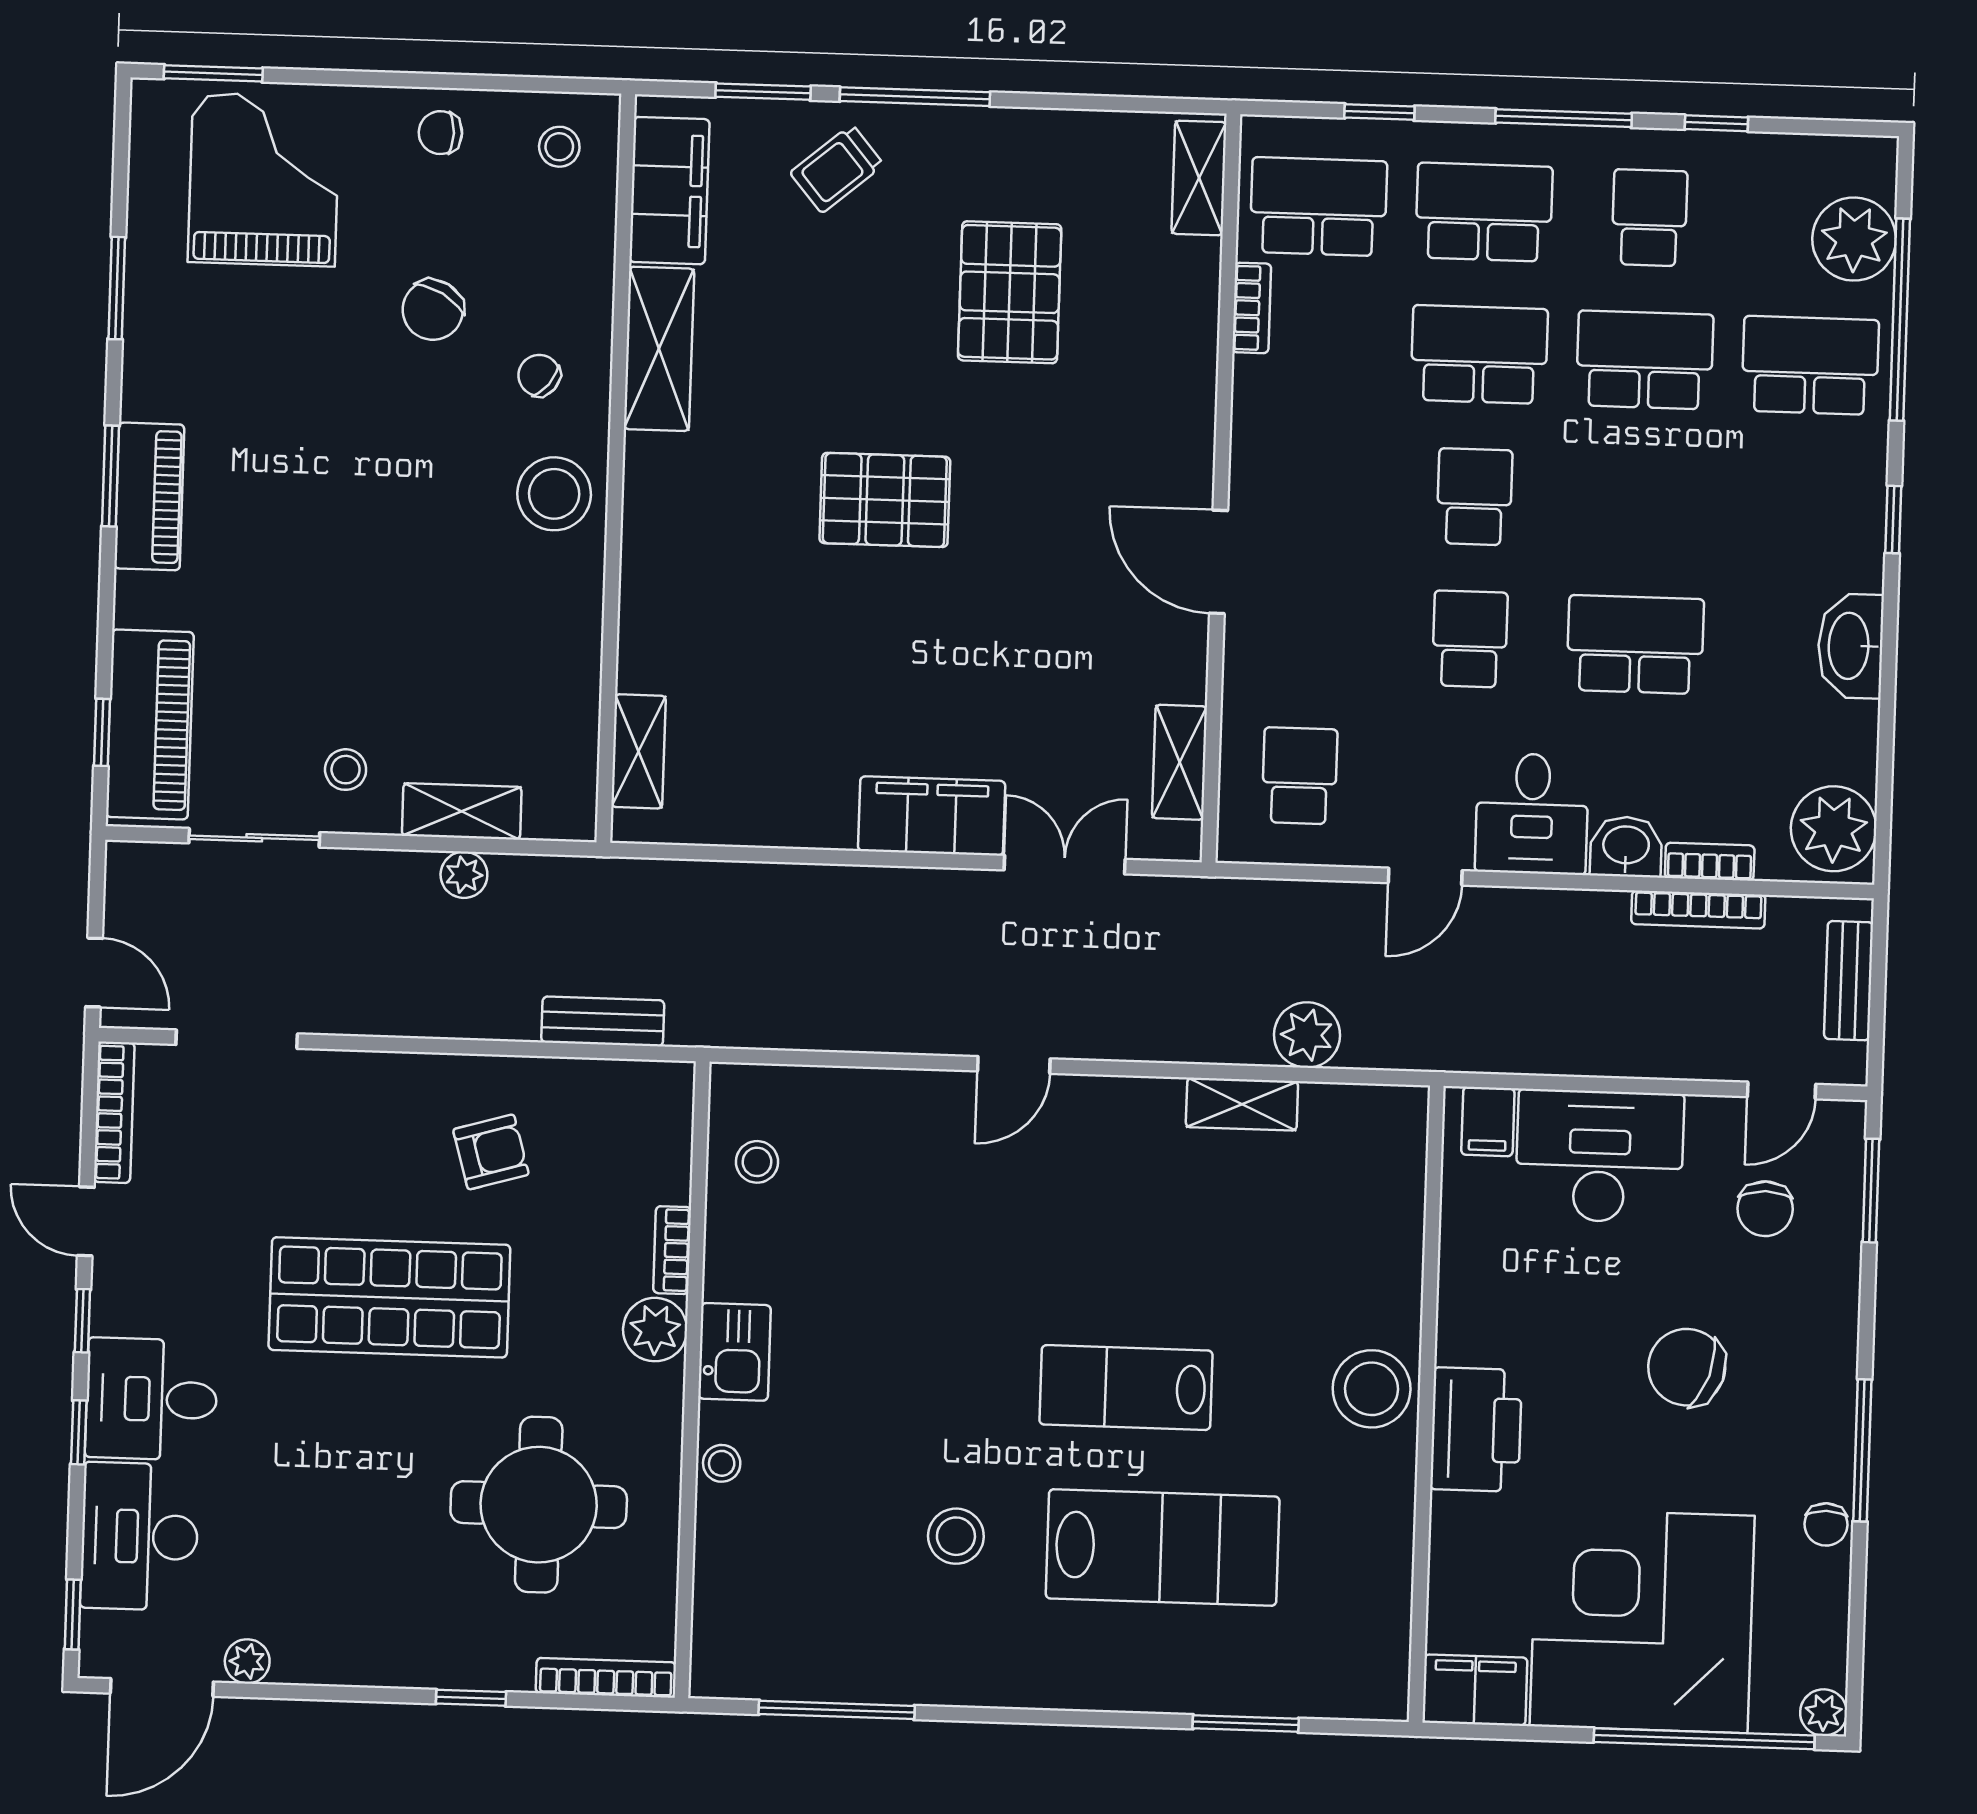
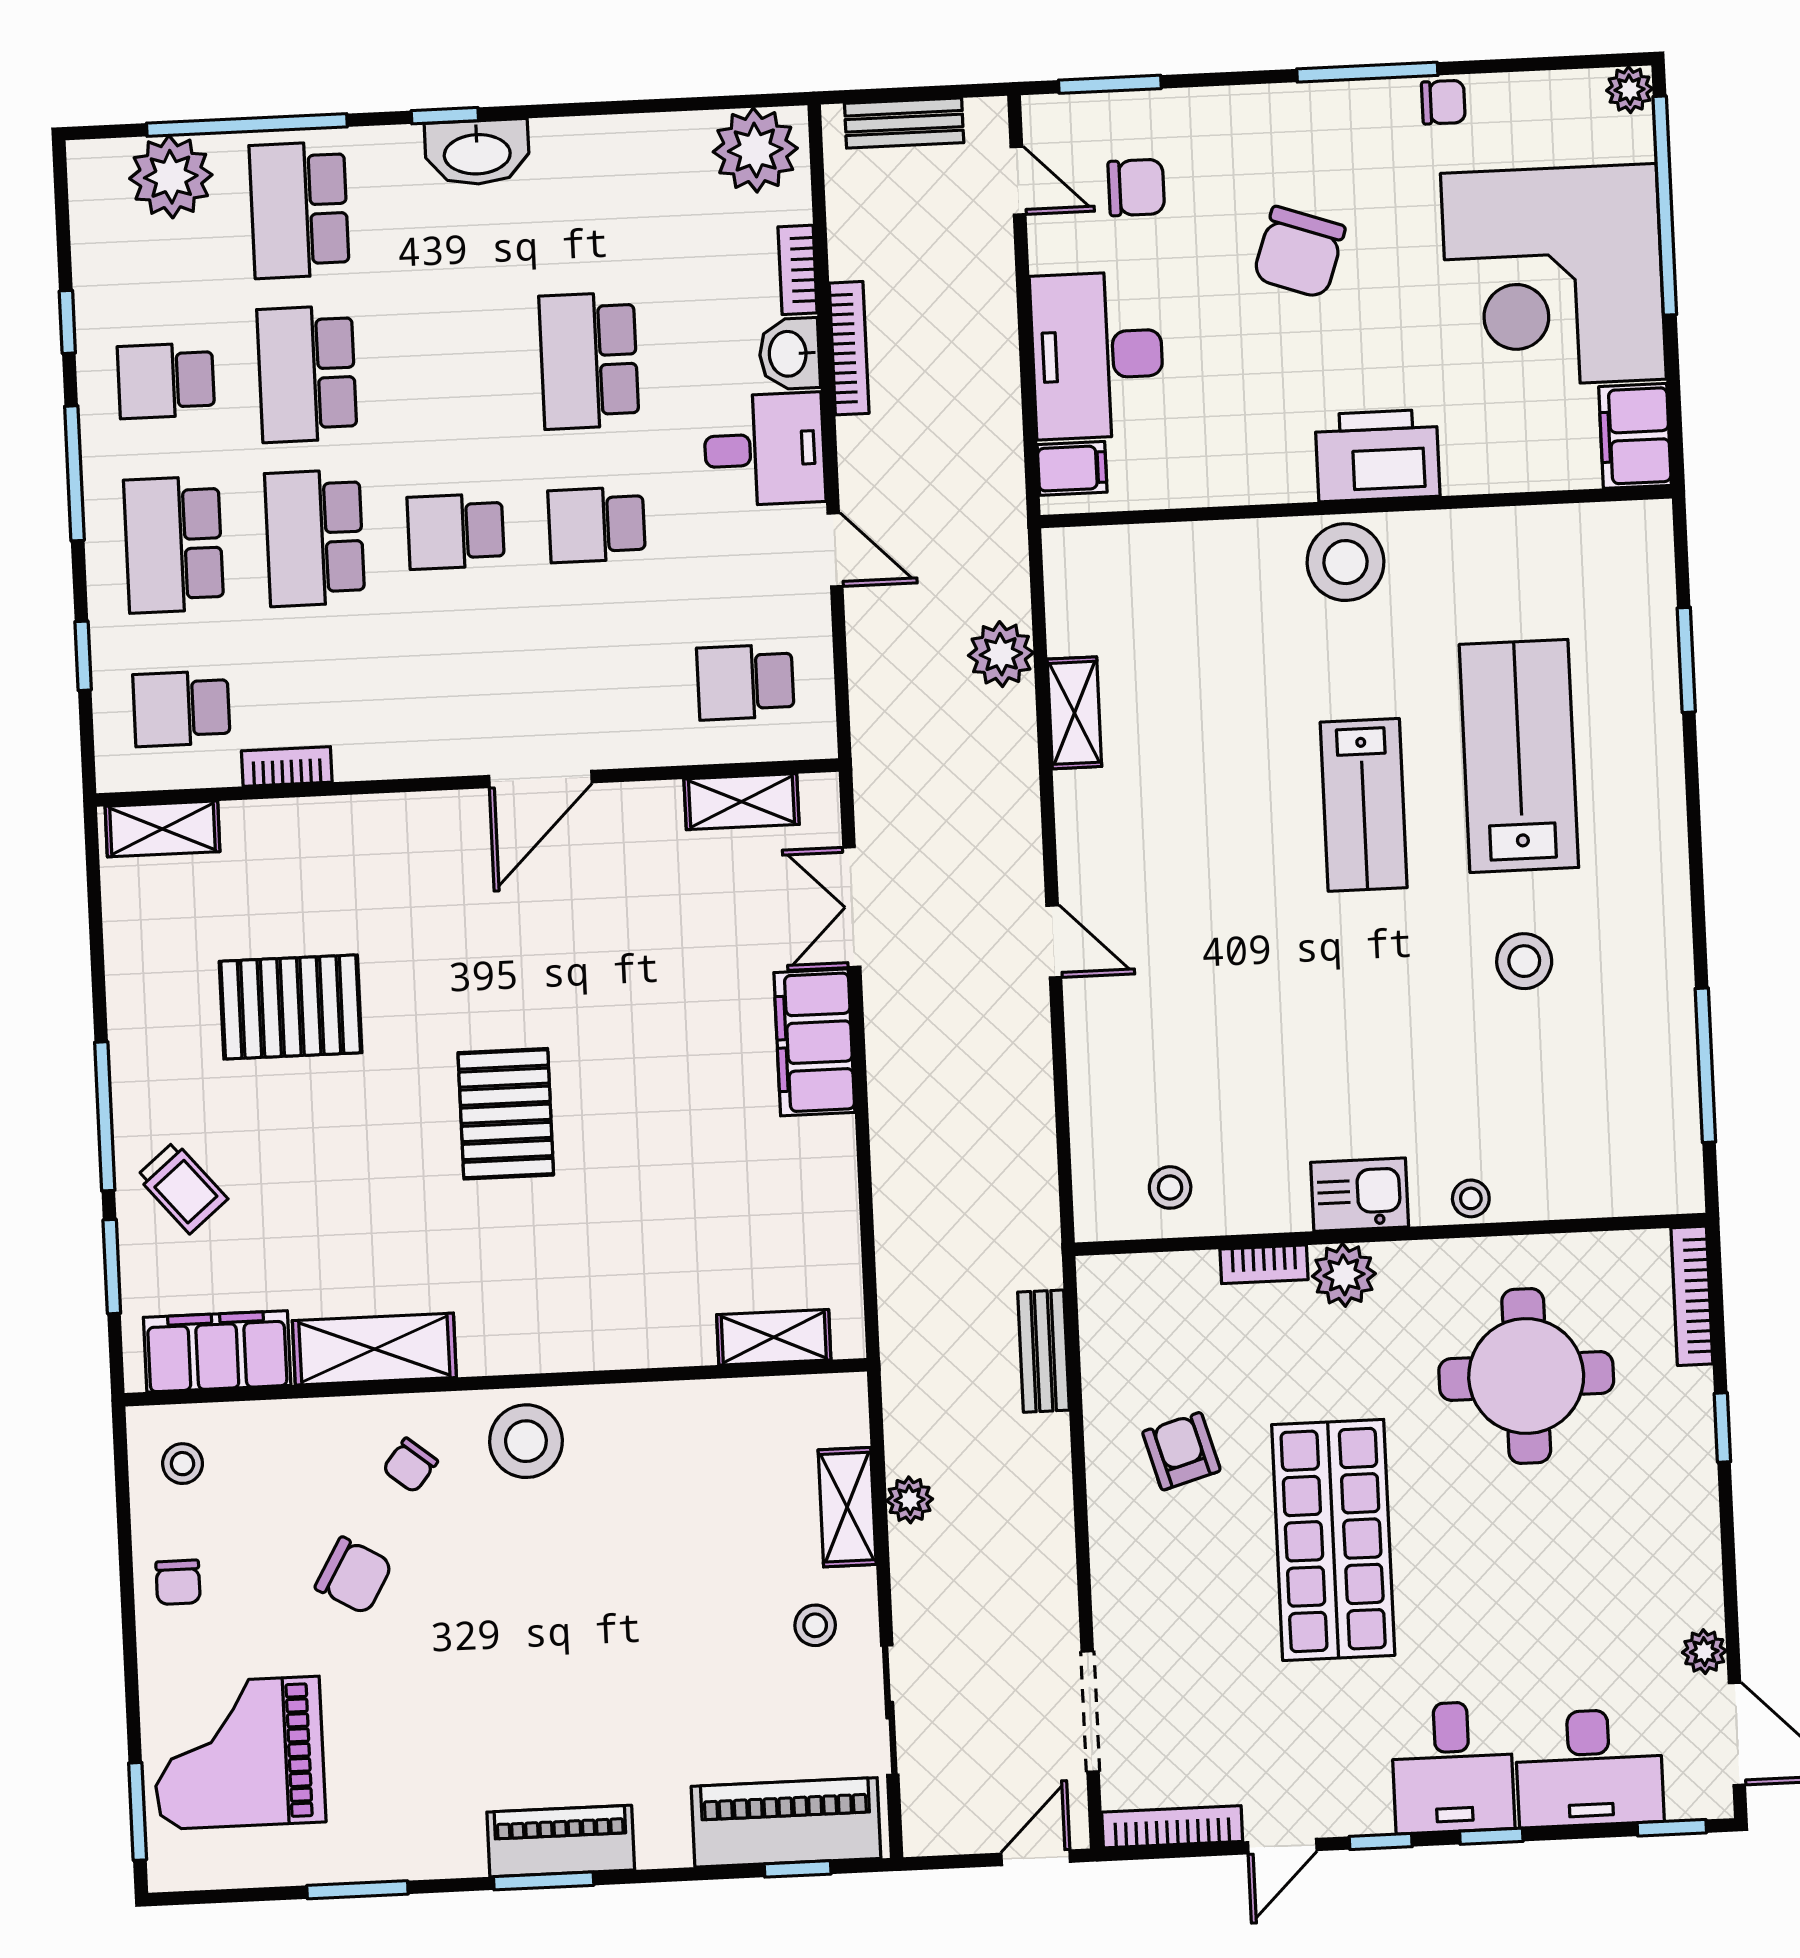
school desk: (1318, 207) -> (181, 709), width x0.54
washbasin: (1850, 646) -> (477, 152), moved
bookcase: (1698, 909) -> (849, 348), moved

